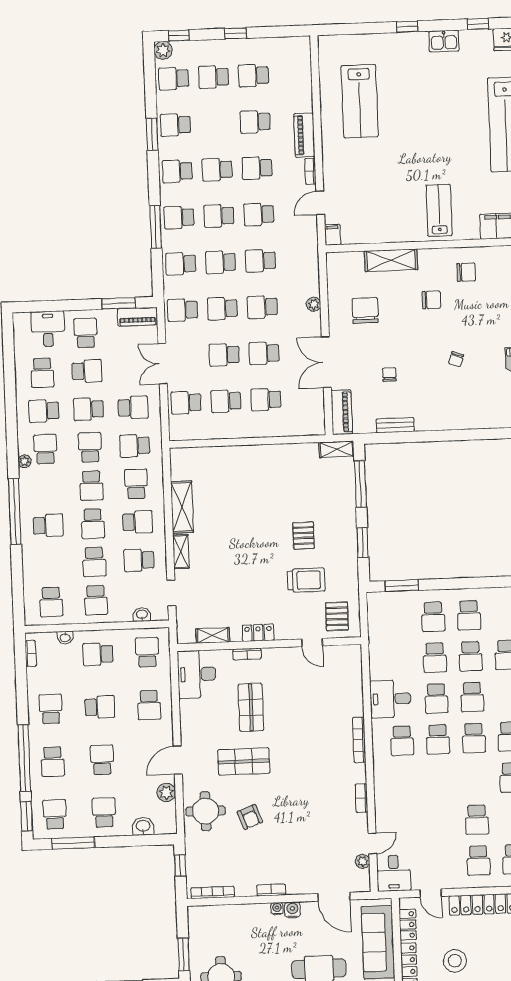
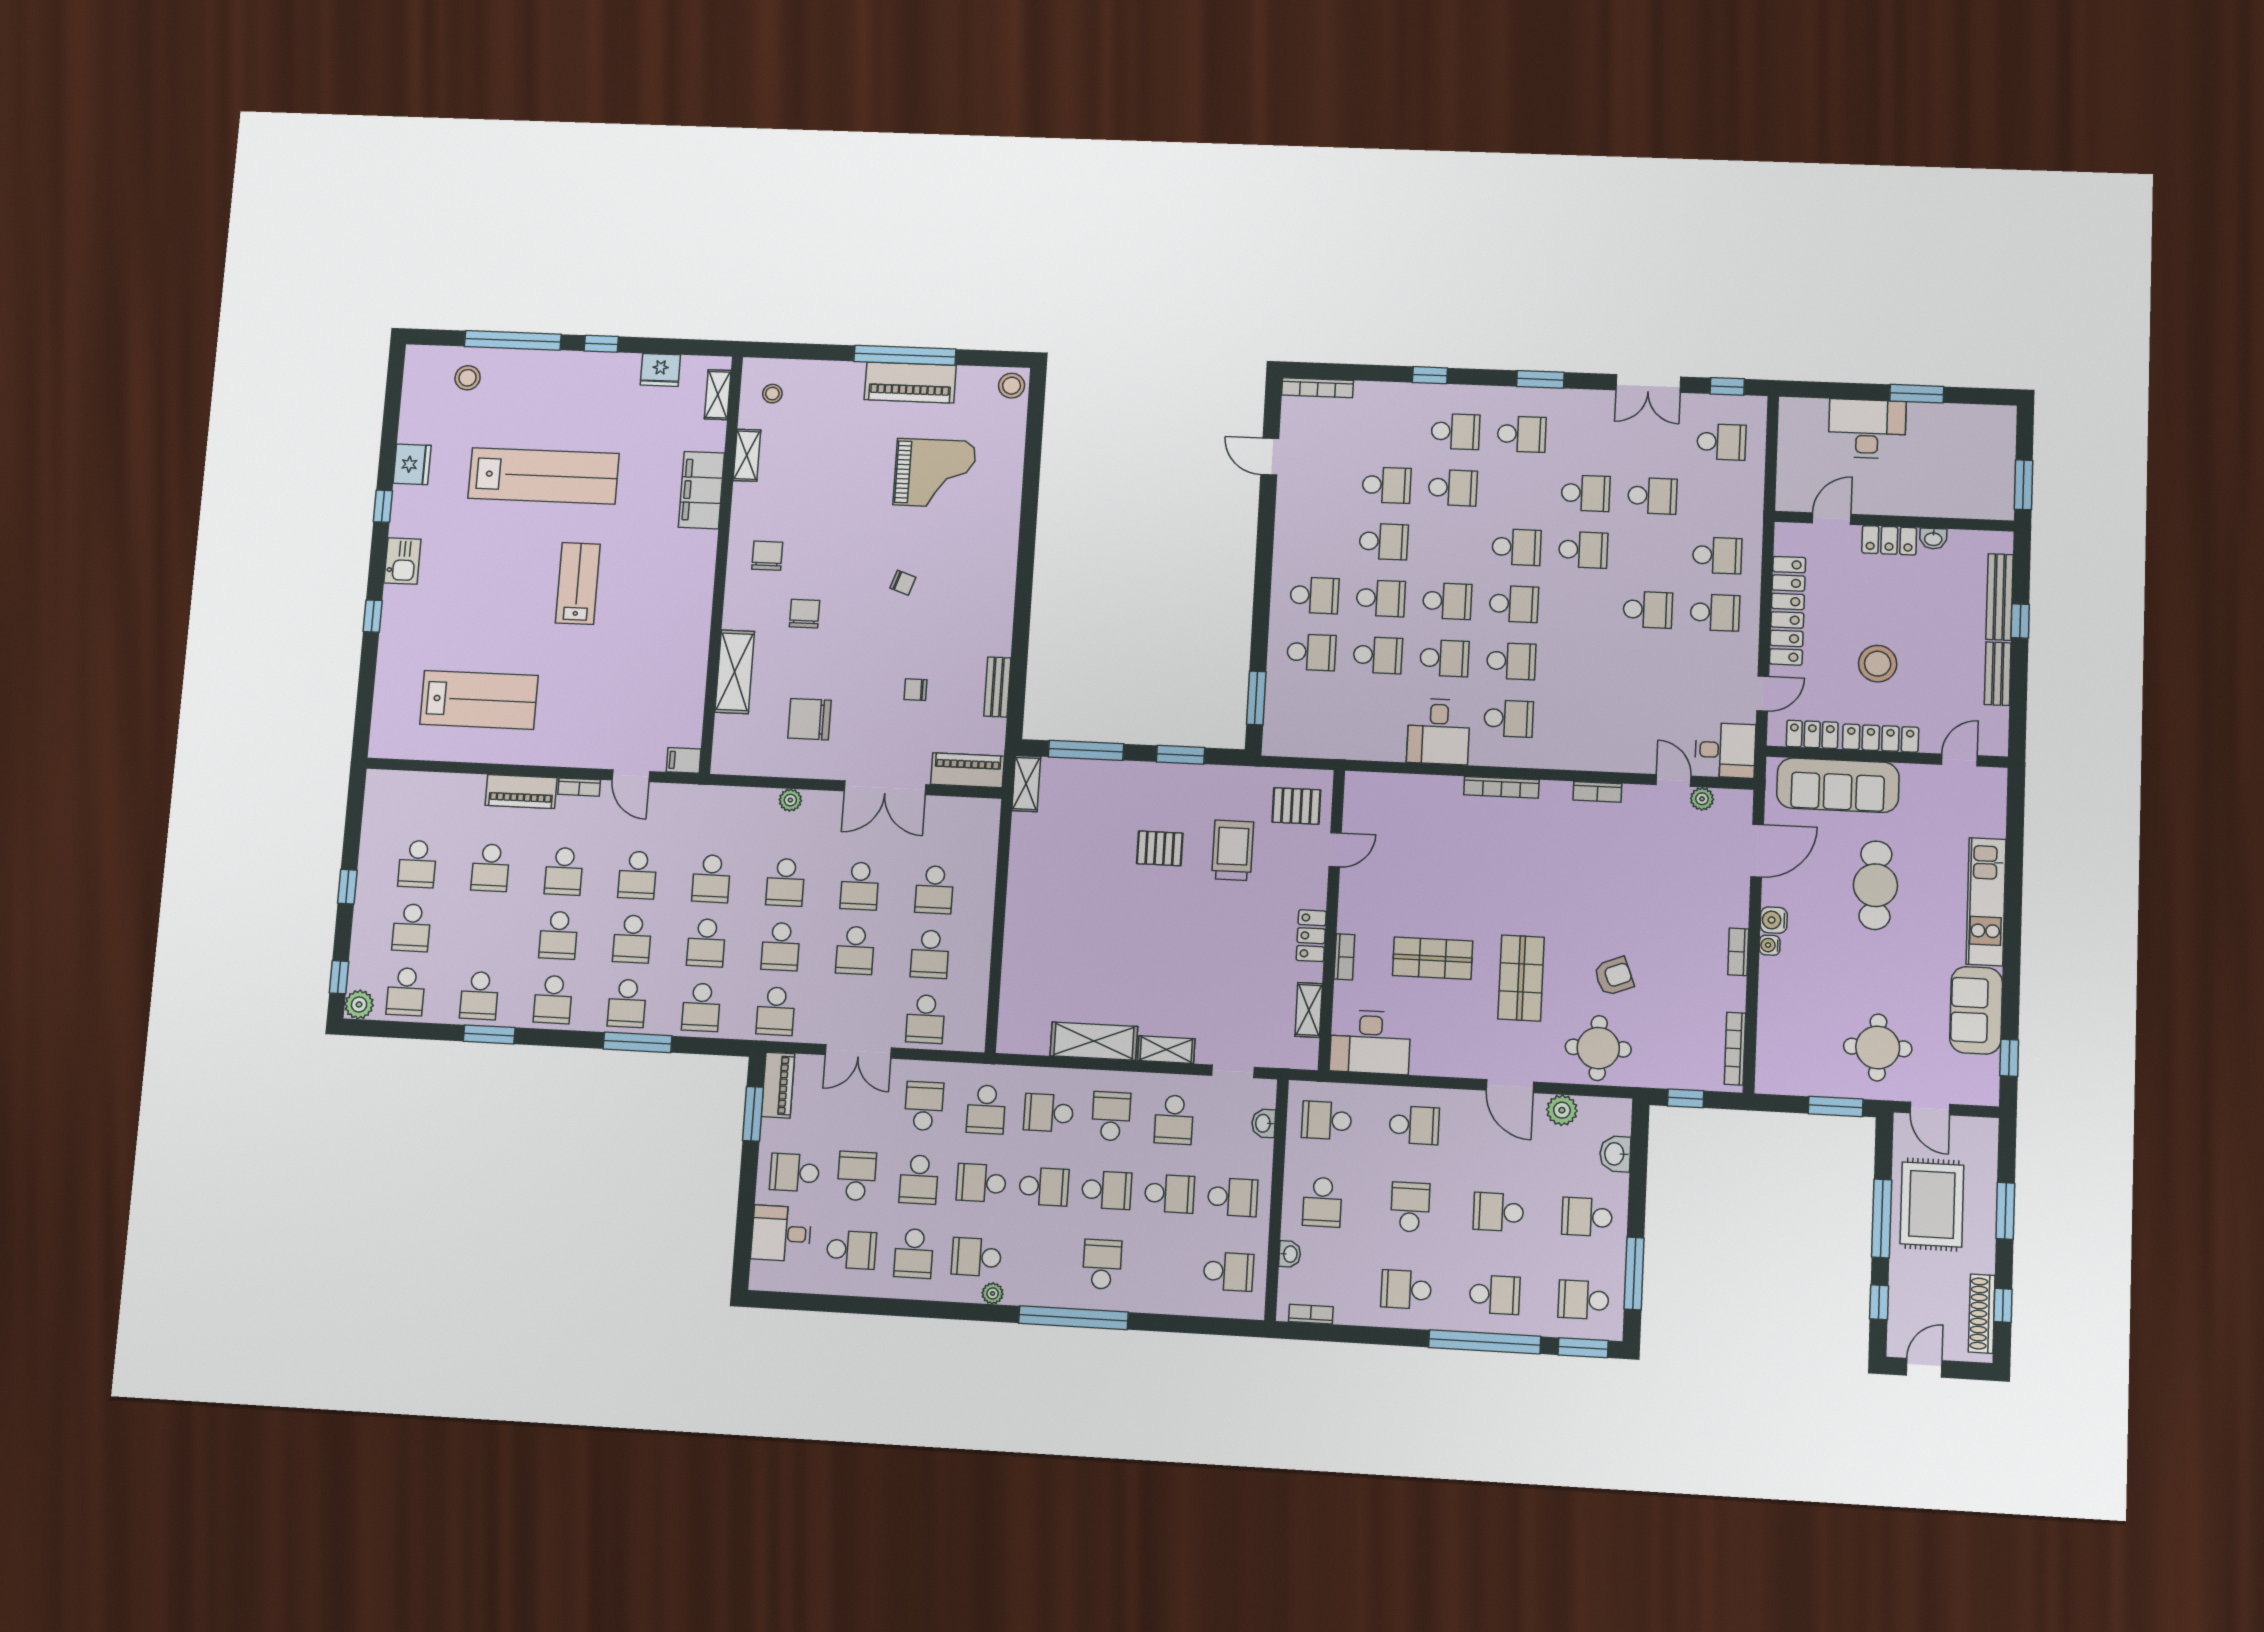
lab bench: (439, 210) -> (578, 583), moved, turned 90

